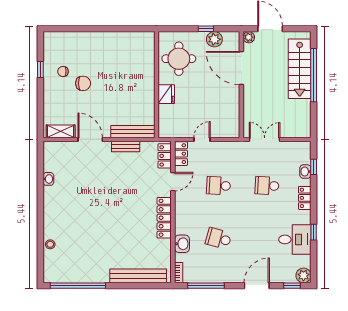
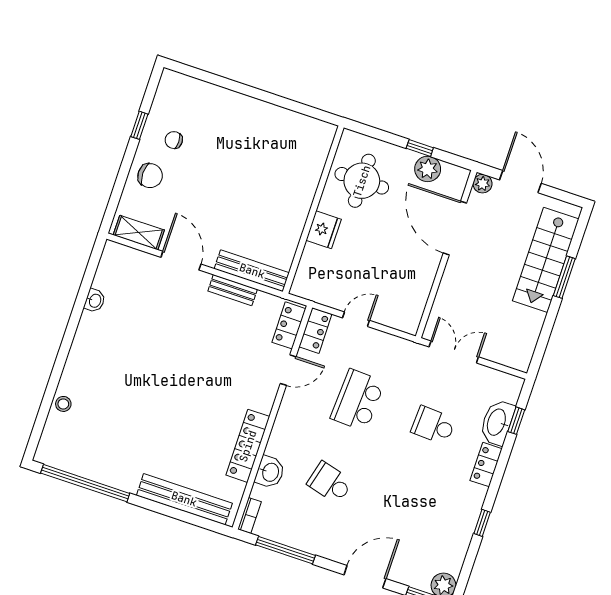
window: (314, 75) -> (564, 277), width x0.47
chair: (83, 83) -> (150, 176), moved
washbasin: (305, 172) -> (497, 422), width x1.91, depth x1.45
school desk: (219, 186) -> (358, 400), width x1.85
locker: (164, 218) -> (248, 446), moved
desk: (295, 239) -> (449, 524), removed

